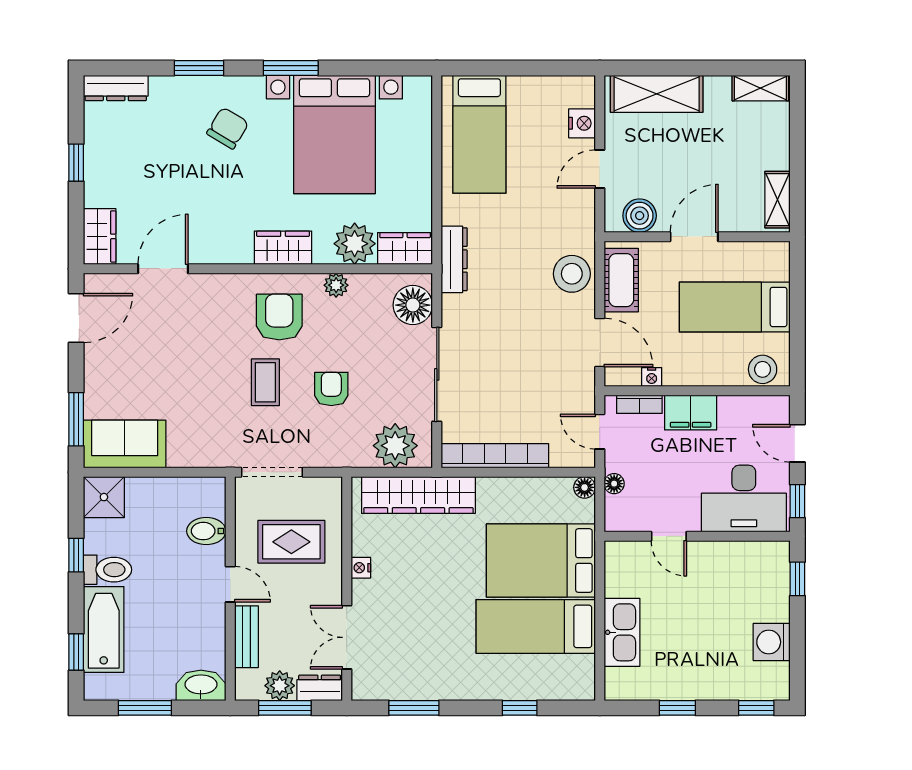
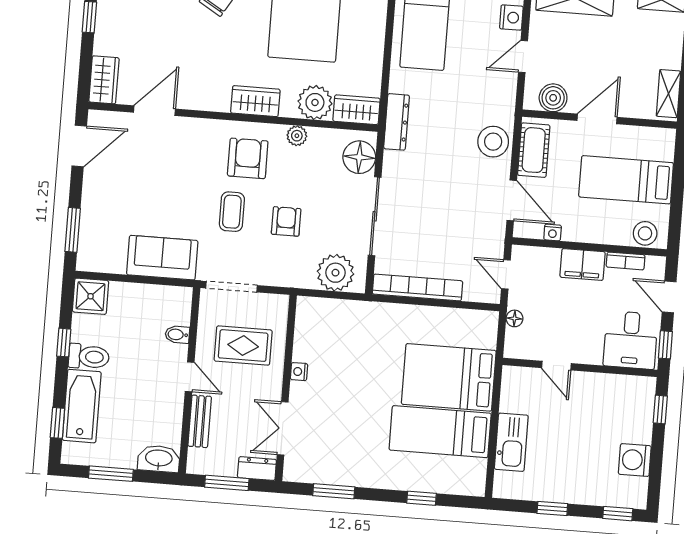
bookcase: (639, 404) -> (626, 261), moved
sofa: (125, 444) -> (162, 258), moved
floor lamp: (585, 487) -> (490, 320), removed
wardrobe: (418, 495) -> (351, 315), removed
desk: (744, 499) -> (631, 340), width x0.73
bidet: (206, 531) -> (177, 335), width x0.72, depth x0.74
plant: (280, 686) -> (224, 464), removed

